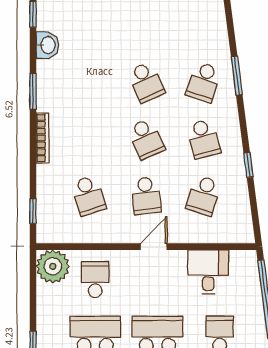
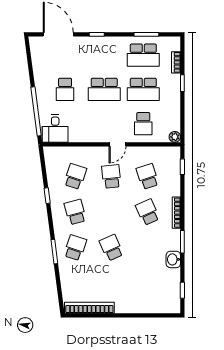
washbasin: (47, 45) -> (173, 259), moved
school desk: (146, 139) -> (147, 212), moved
door: (154, 247) -> (117, 144), moved
plant: (53, 266) -> (175, 137), width x0.53, depth x0.53
desk: (208, 272) -> (55, 129), moved

